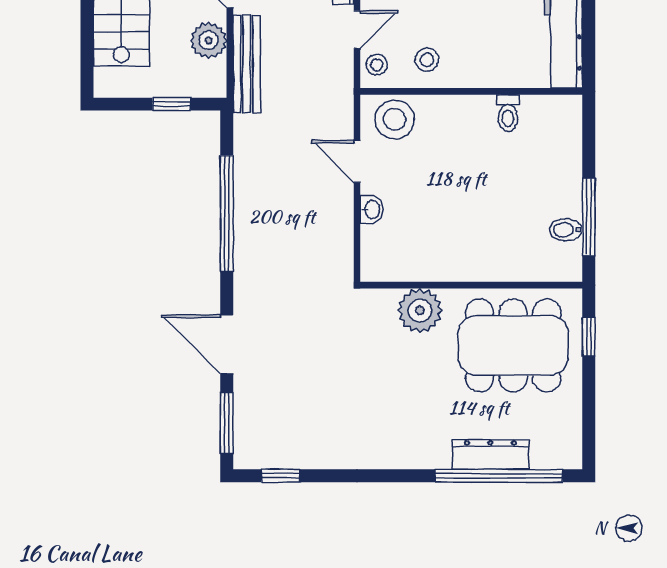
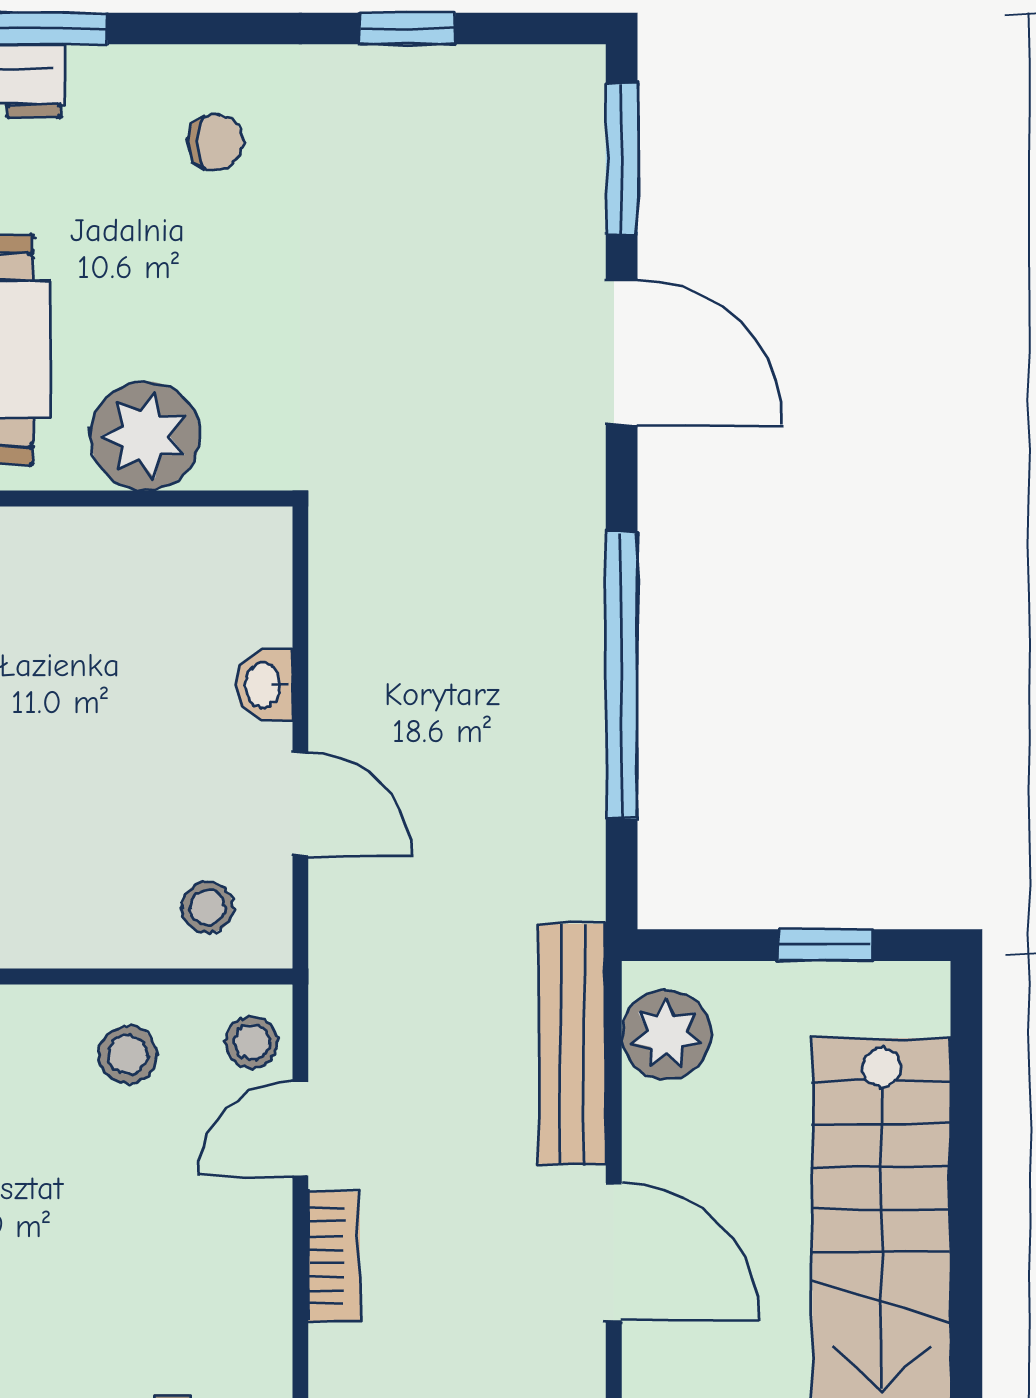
plant: (209, 40) -> (666, 1035), moved
window: (171, 104) -> (825, 945), moved
stool: (395, 119) -> (207, 907), width x0.53, depth x0.53
chair: (391, 430) -> (216, 142), added
window: (281, 476) -> (408, 28), moved

